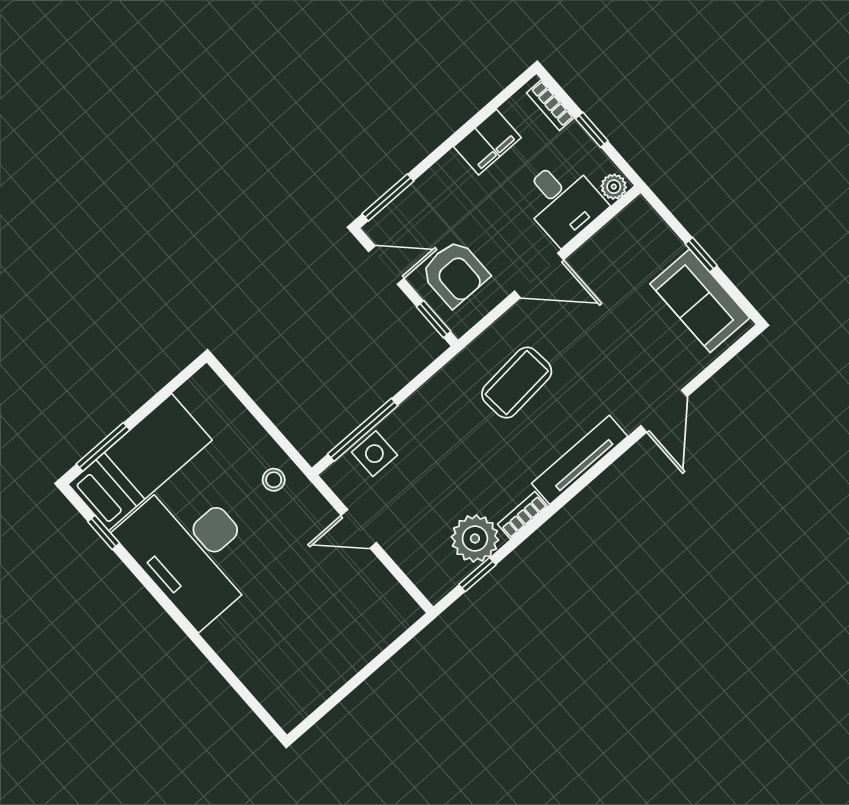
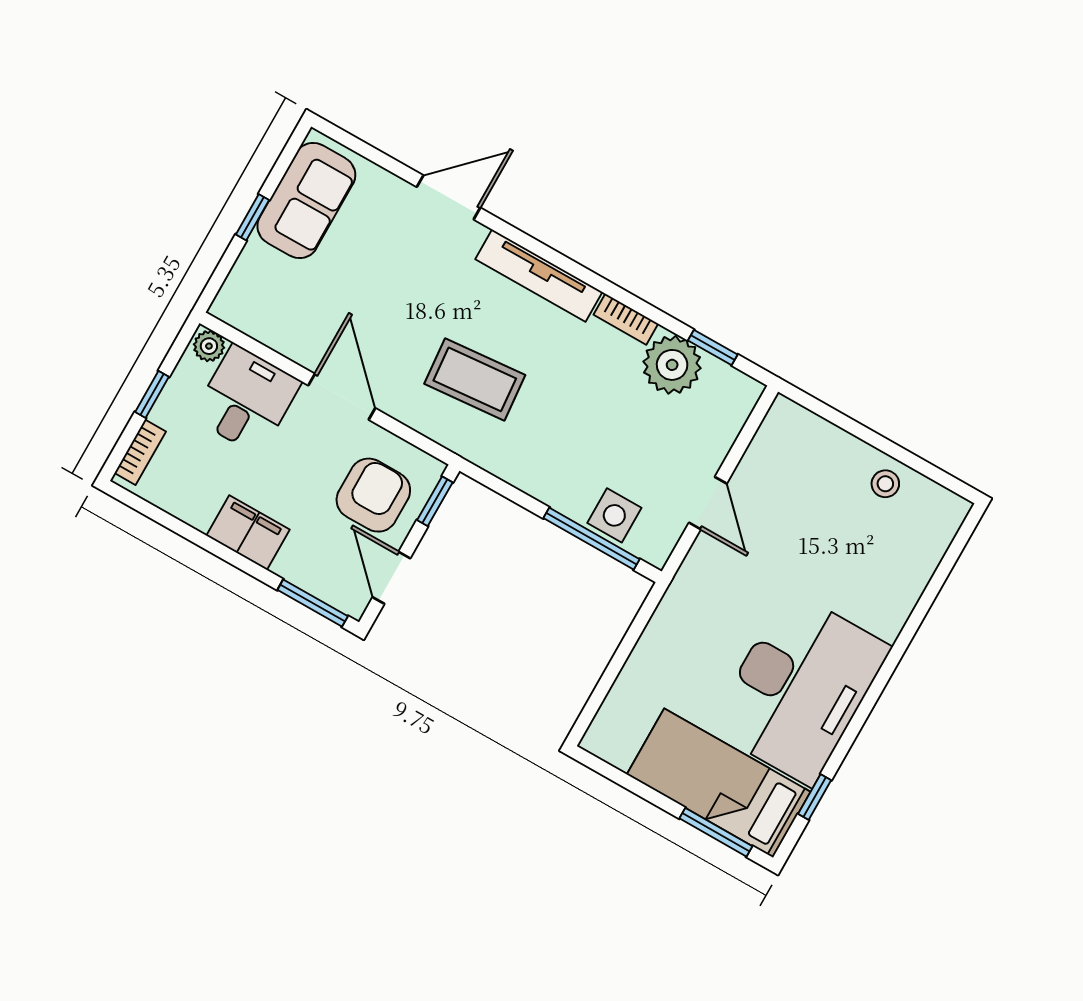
filing cabinet: (487, 142) -> (248, 533), moved
stool: (274, 480) -> (885, 484), moved

